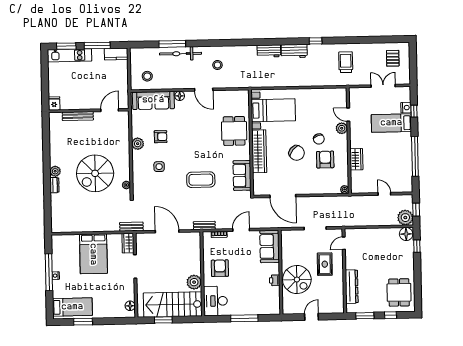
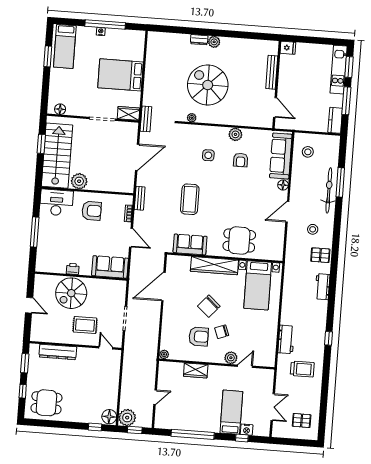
workbench: (294, 51) -> (286, 339), moved, turned 180
pallet: (240, 56) -> (320, 255), added

